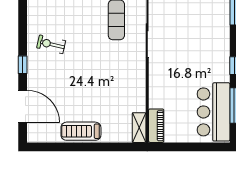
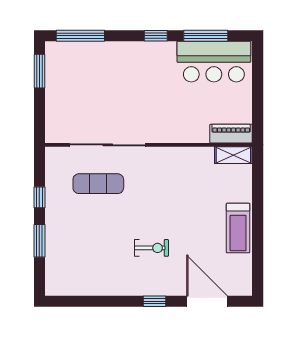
exercise bike: (51, 44) -> (151, 248), moved, turned -103
door: (23, 106) -> (207, 301), hinge flipped

